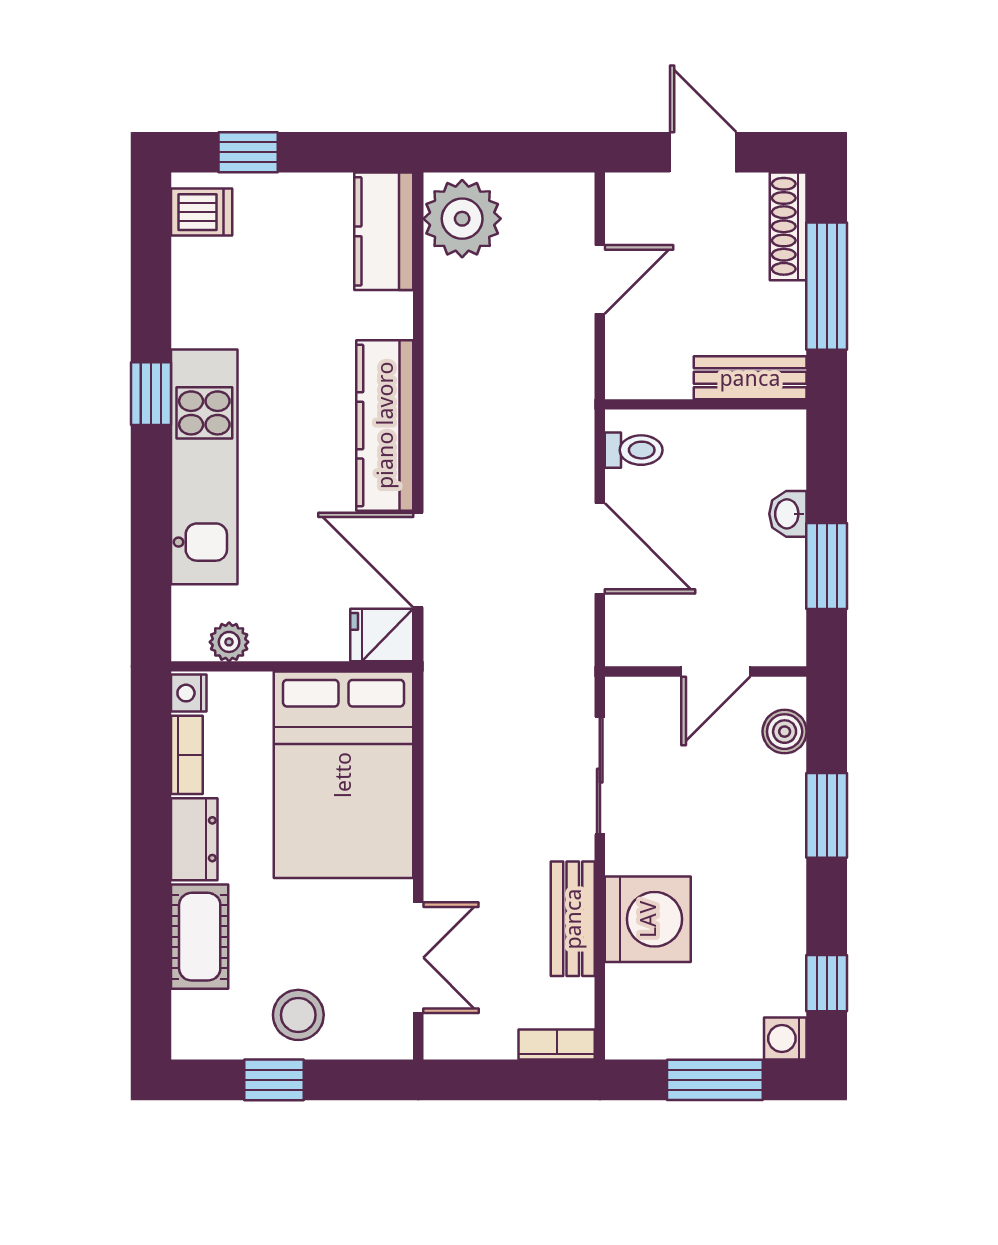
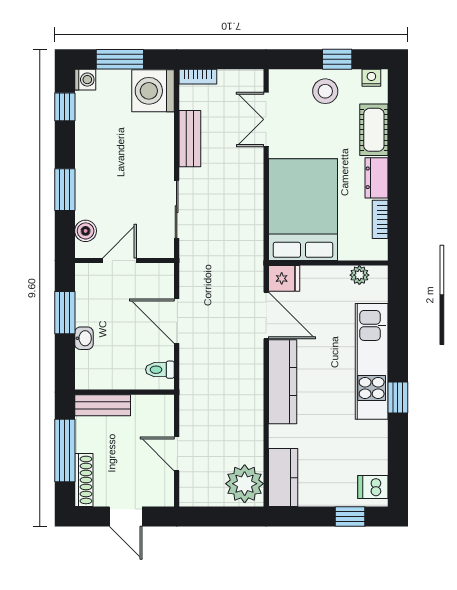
door: (600, 279) -> (177, 454), hinge flipped
nightstand: (189, 693) -> (371, 78), moved, turned -90
washing machine: (648, 919) -> (153, 91), moved

